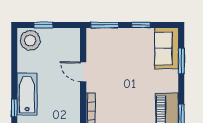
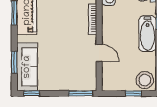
window: (141, 25) -> (32, 93), moved
sofa: (166, 48) -> (27, 67), width x1.36

